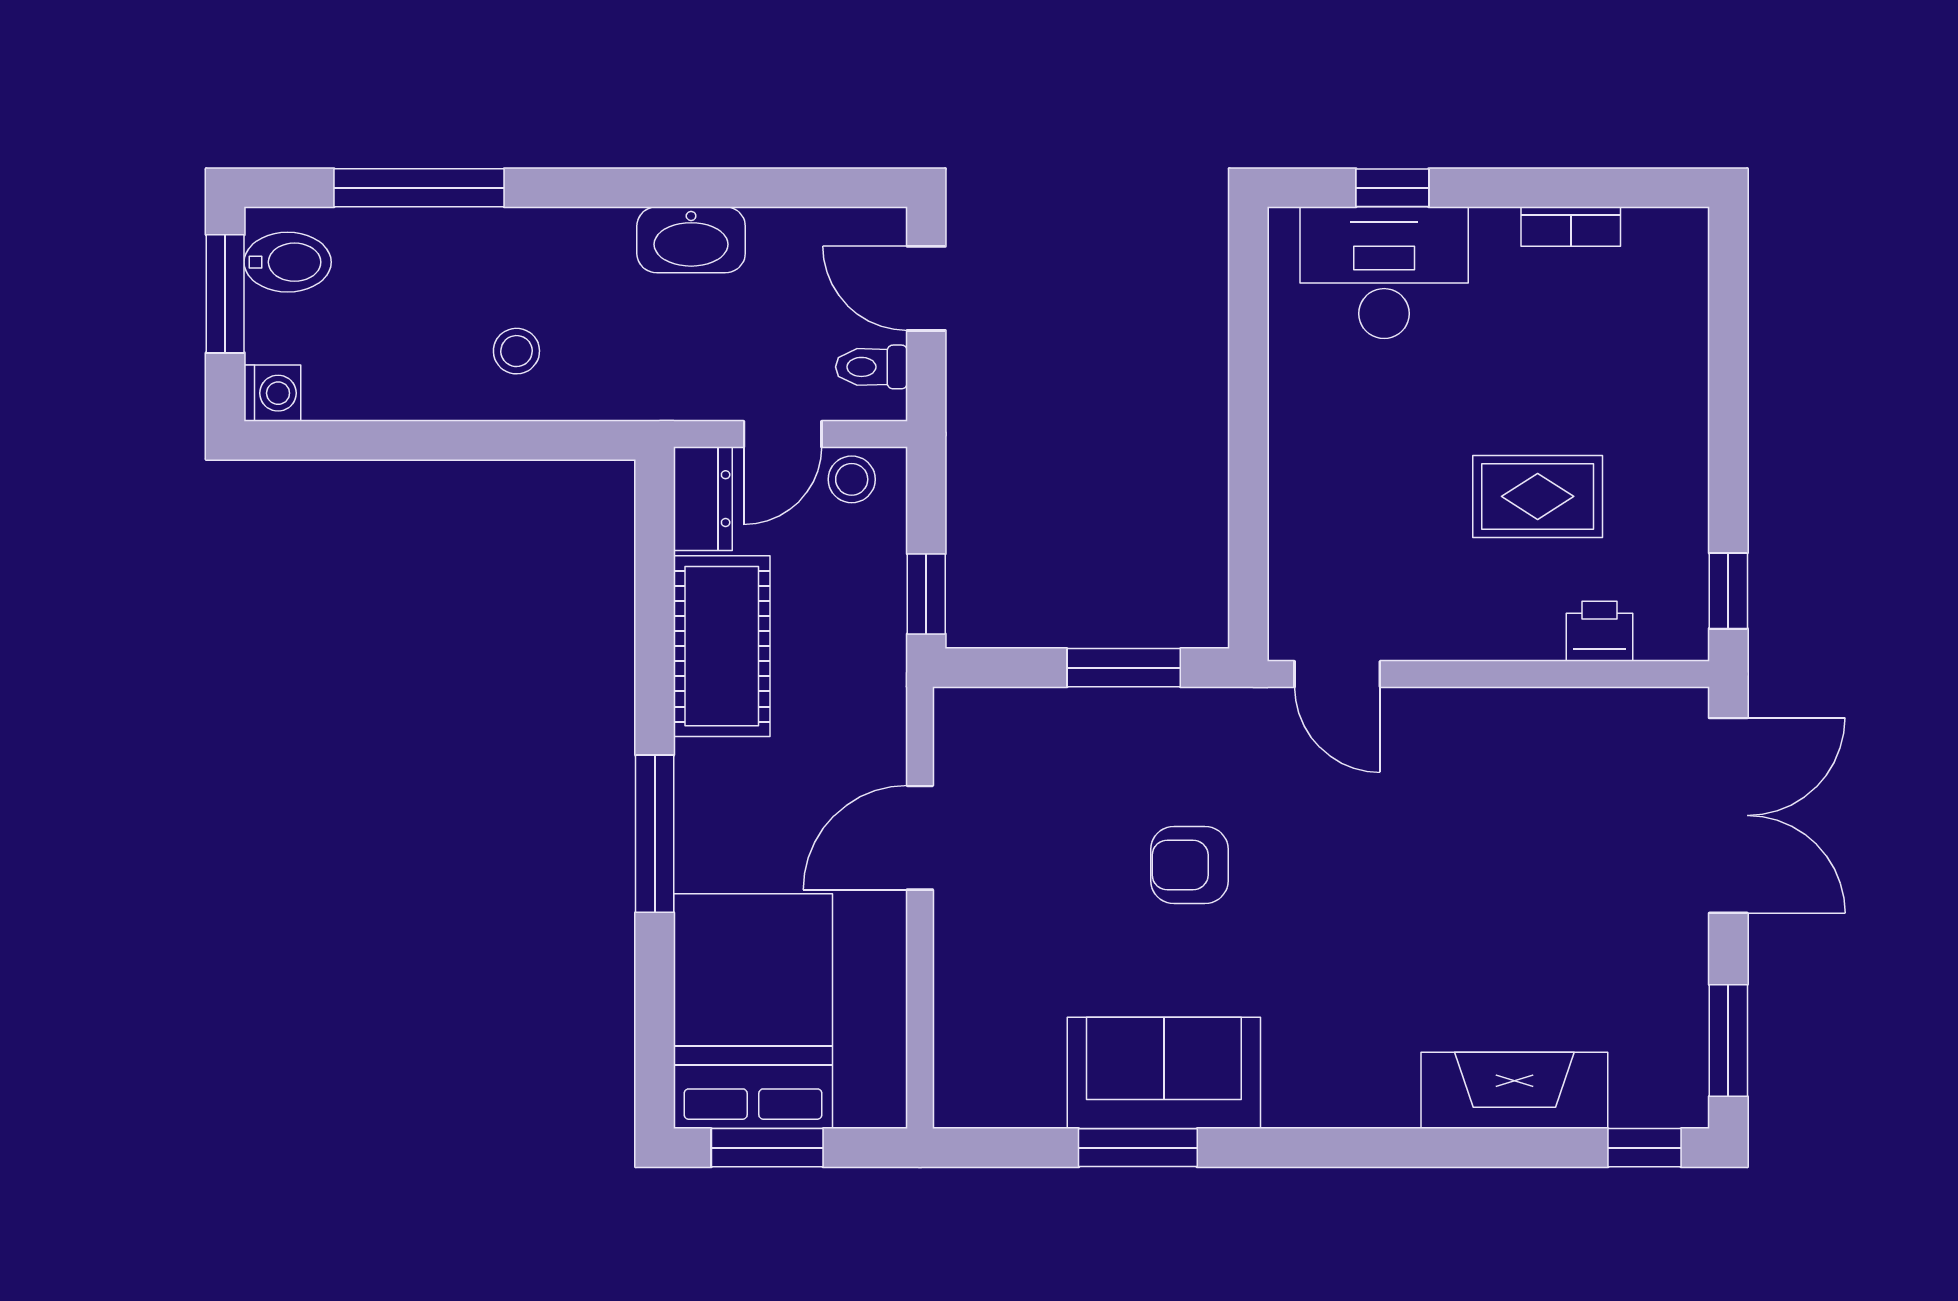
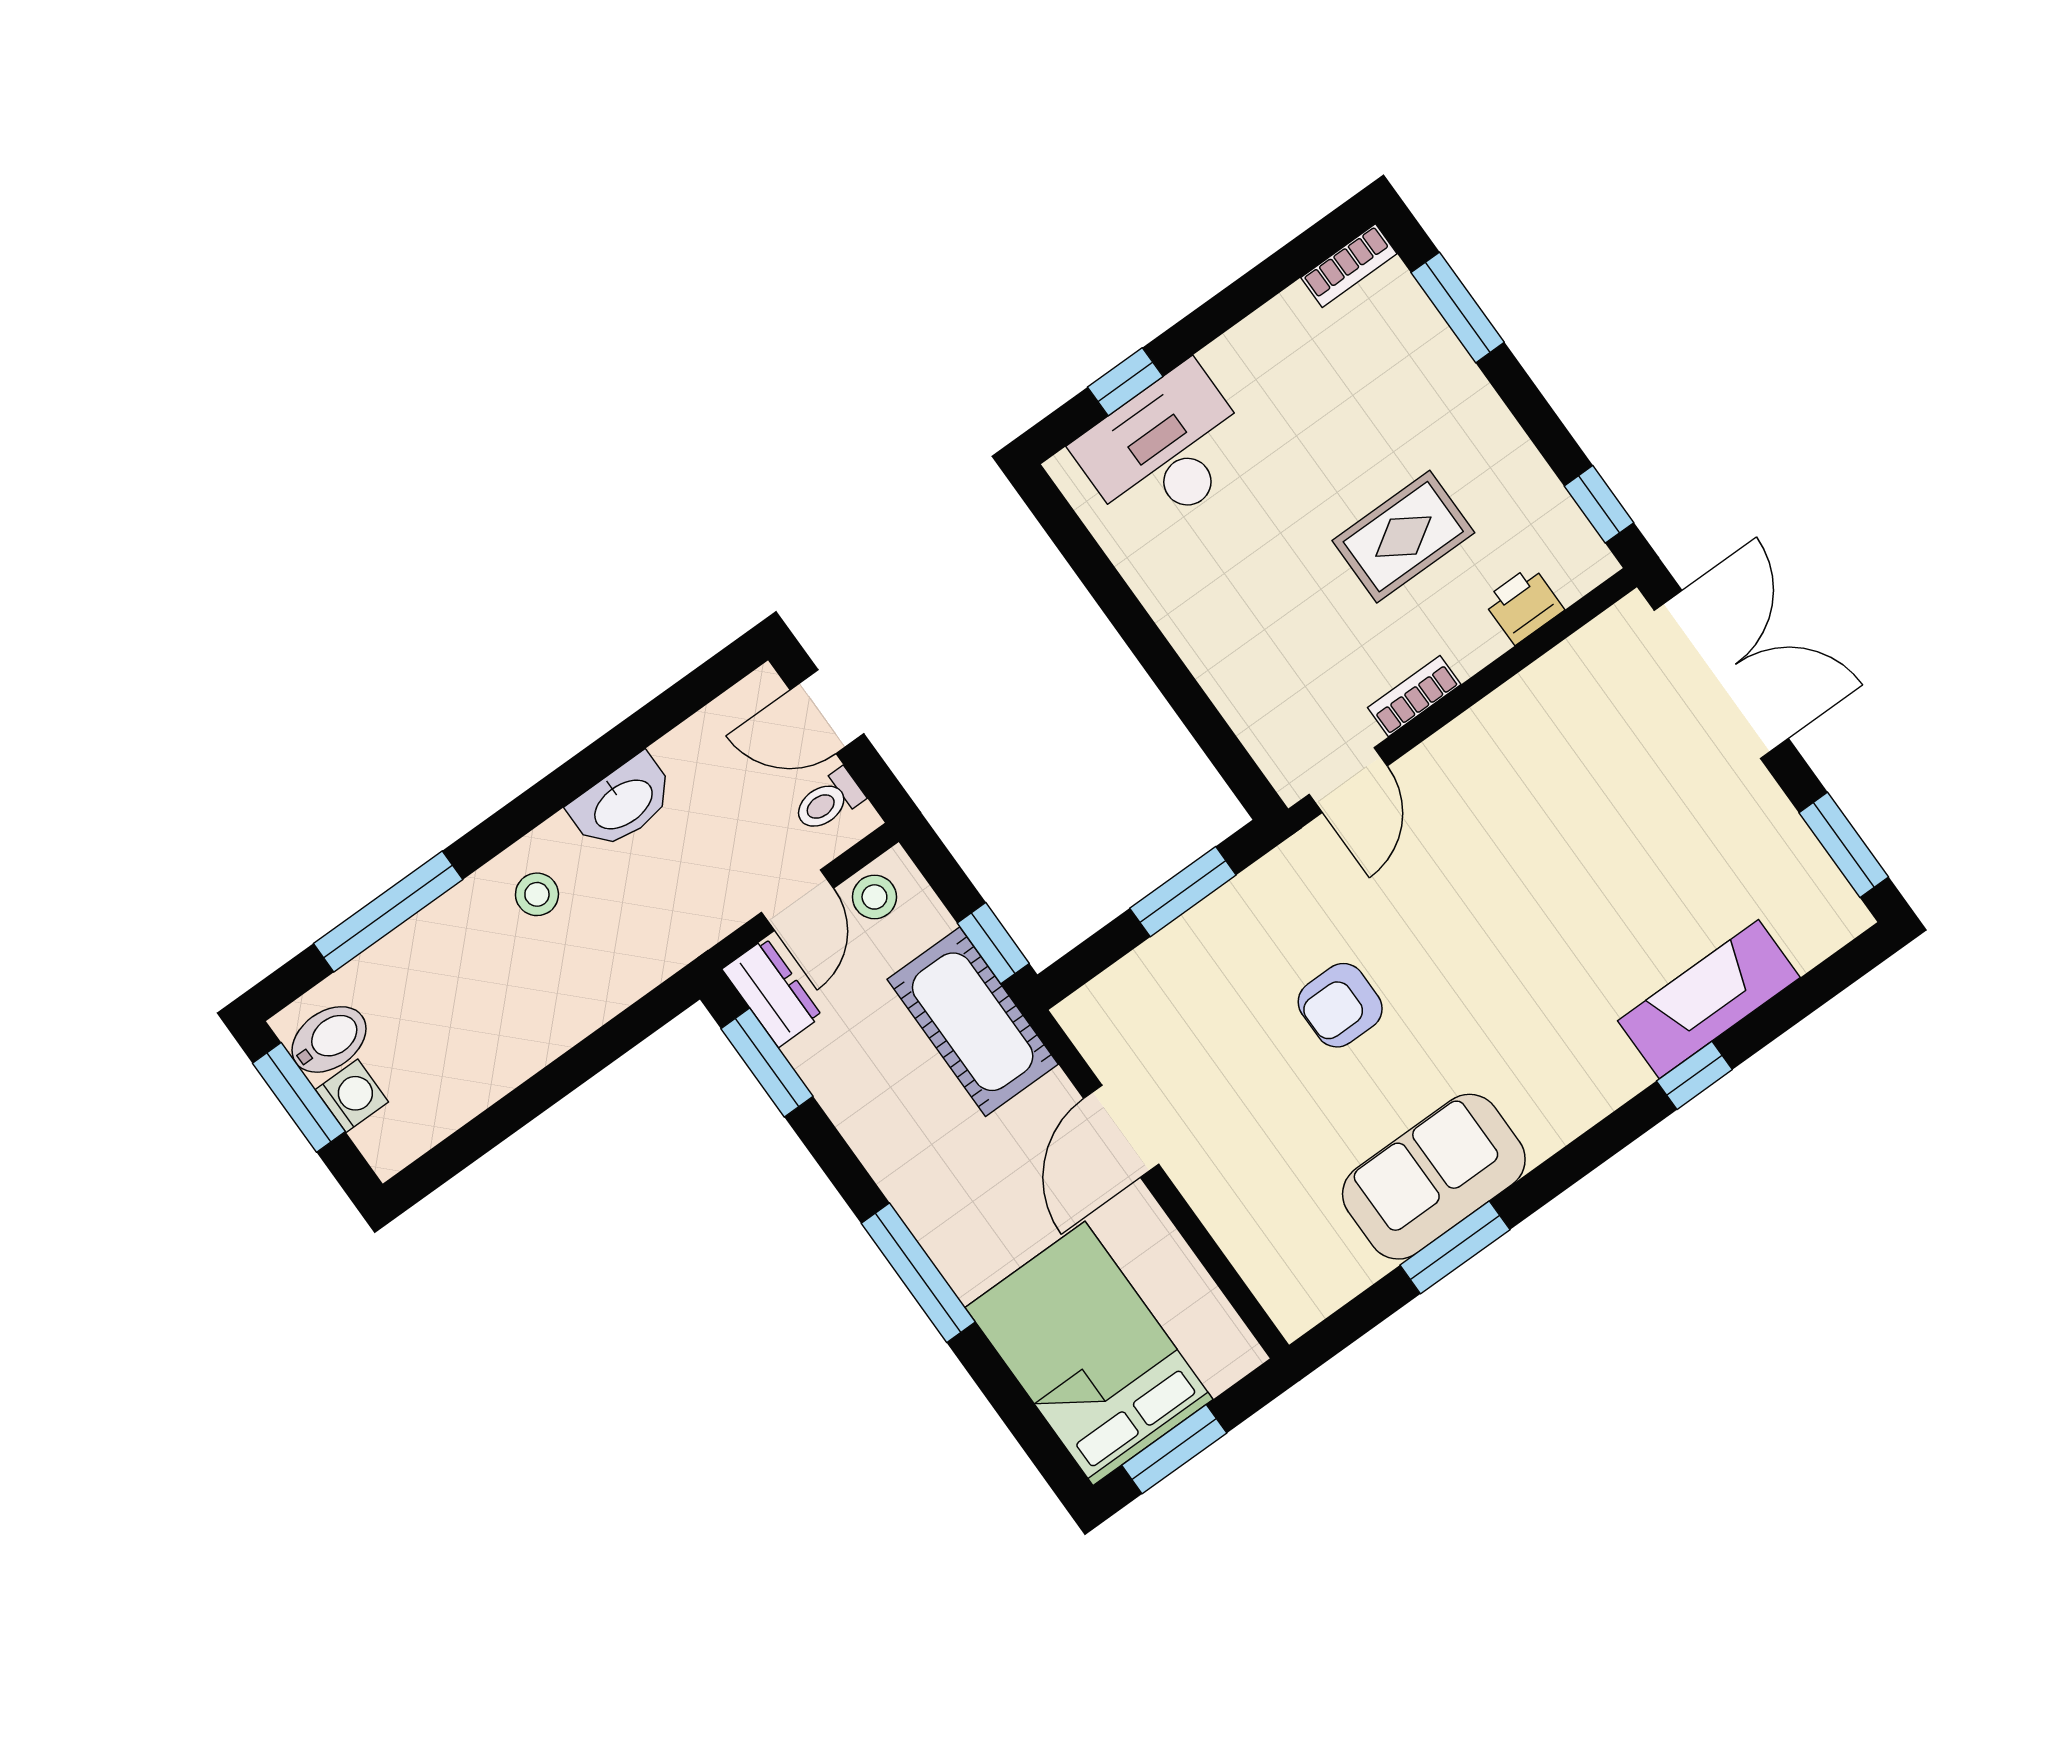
bookcase: (1571, 226) -> (1349, 266), moved
window: (1728, 331) -> (1458, 307), added
stool: (516, 351) -> (537, 894), moved
washing machine: (272, 393) -> (352, 1096), moved
window: (655, 556) -> (767, 1063), added
bookcase: (1447, 642) -> (1414, 696), added
cot: (722, 646) -> (973, 1022), moved
door: (1337, 674) -> (1348, 780), hinge flipped
window: (1644, 1148) -> (1694, 1075), moved

